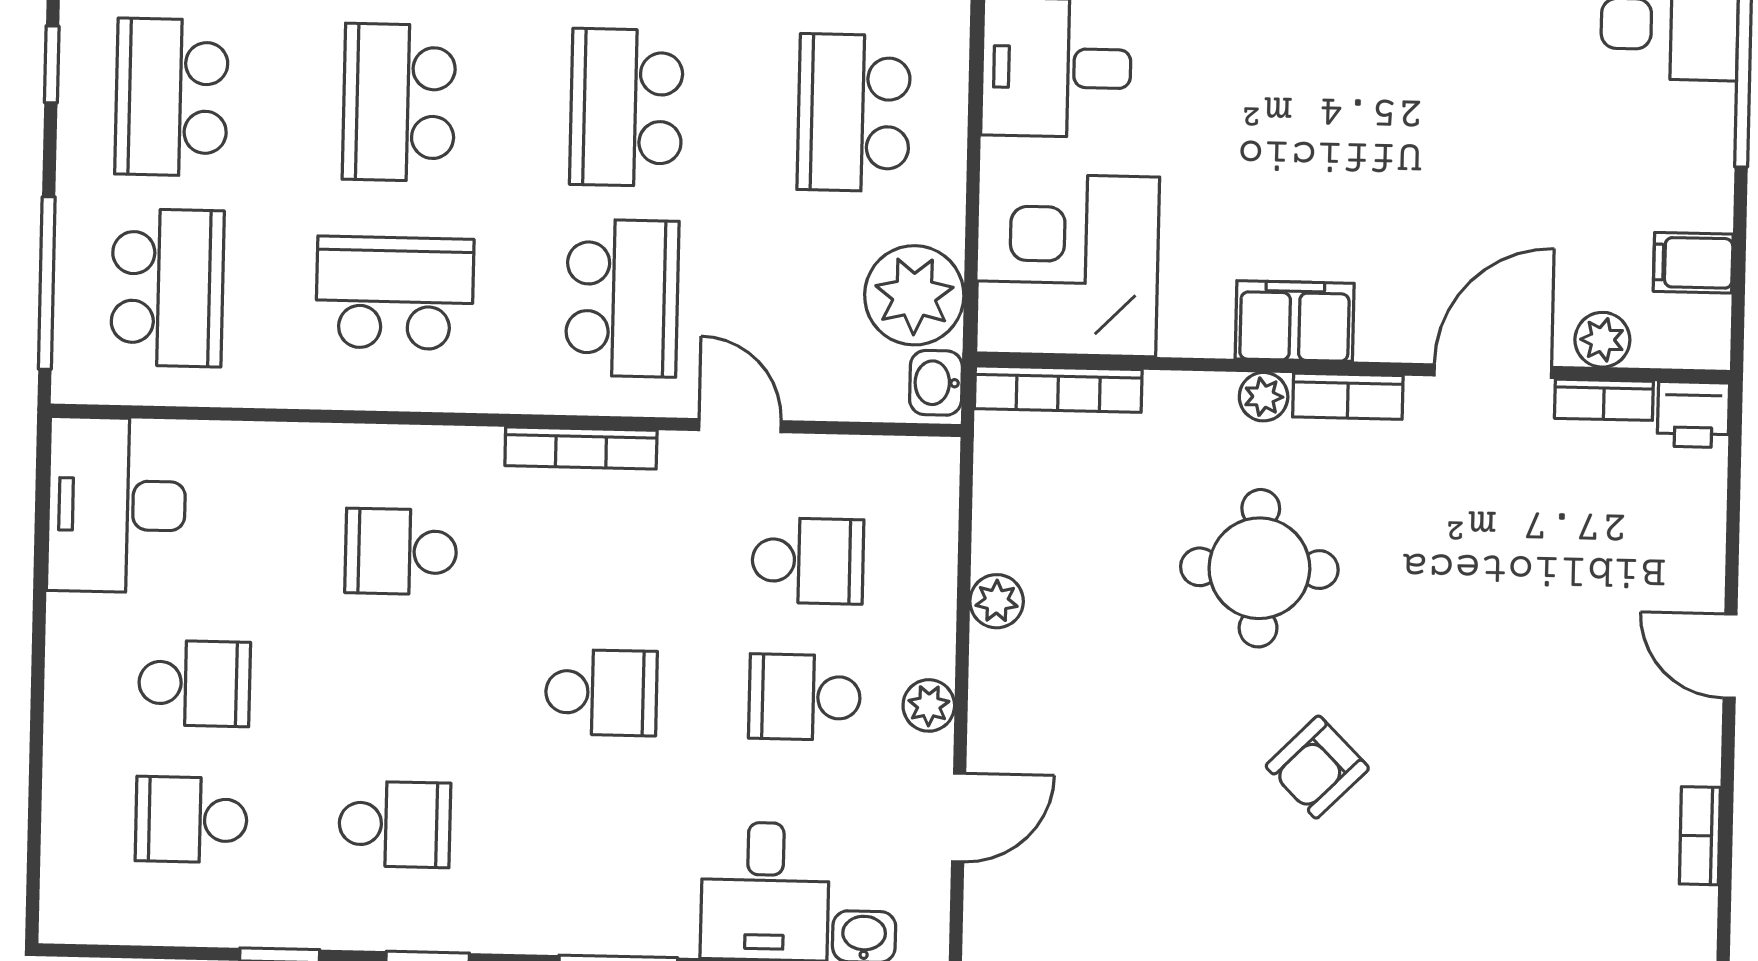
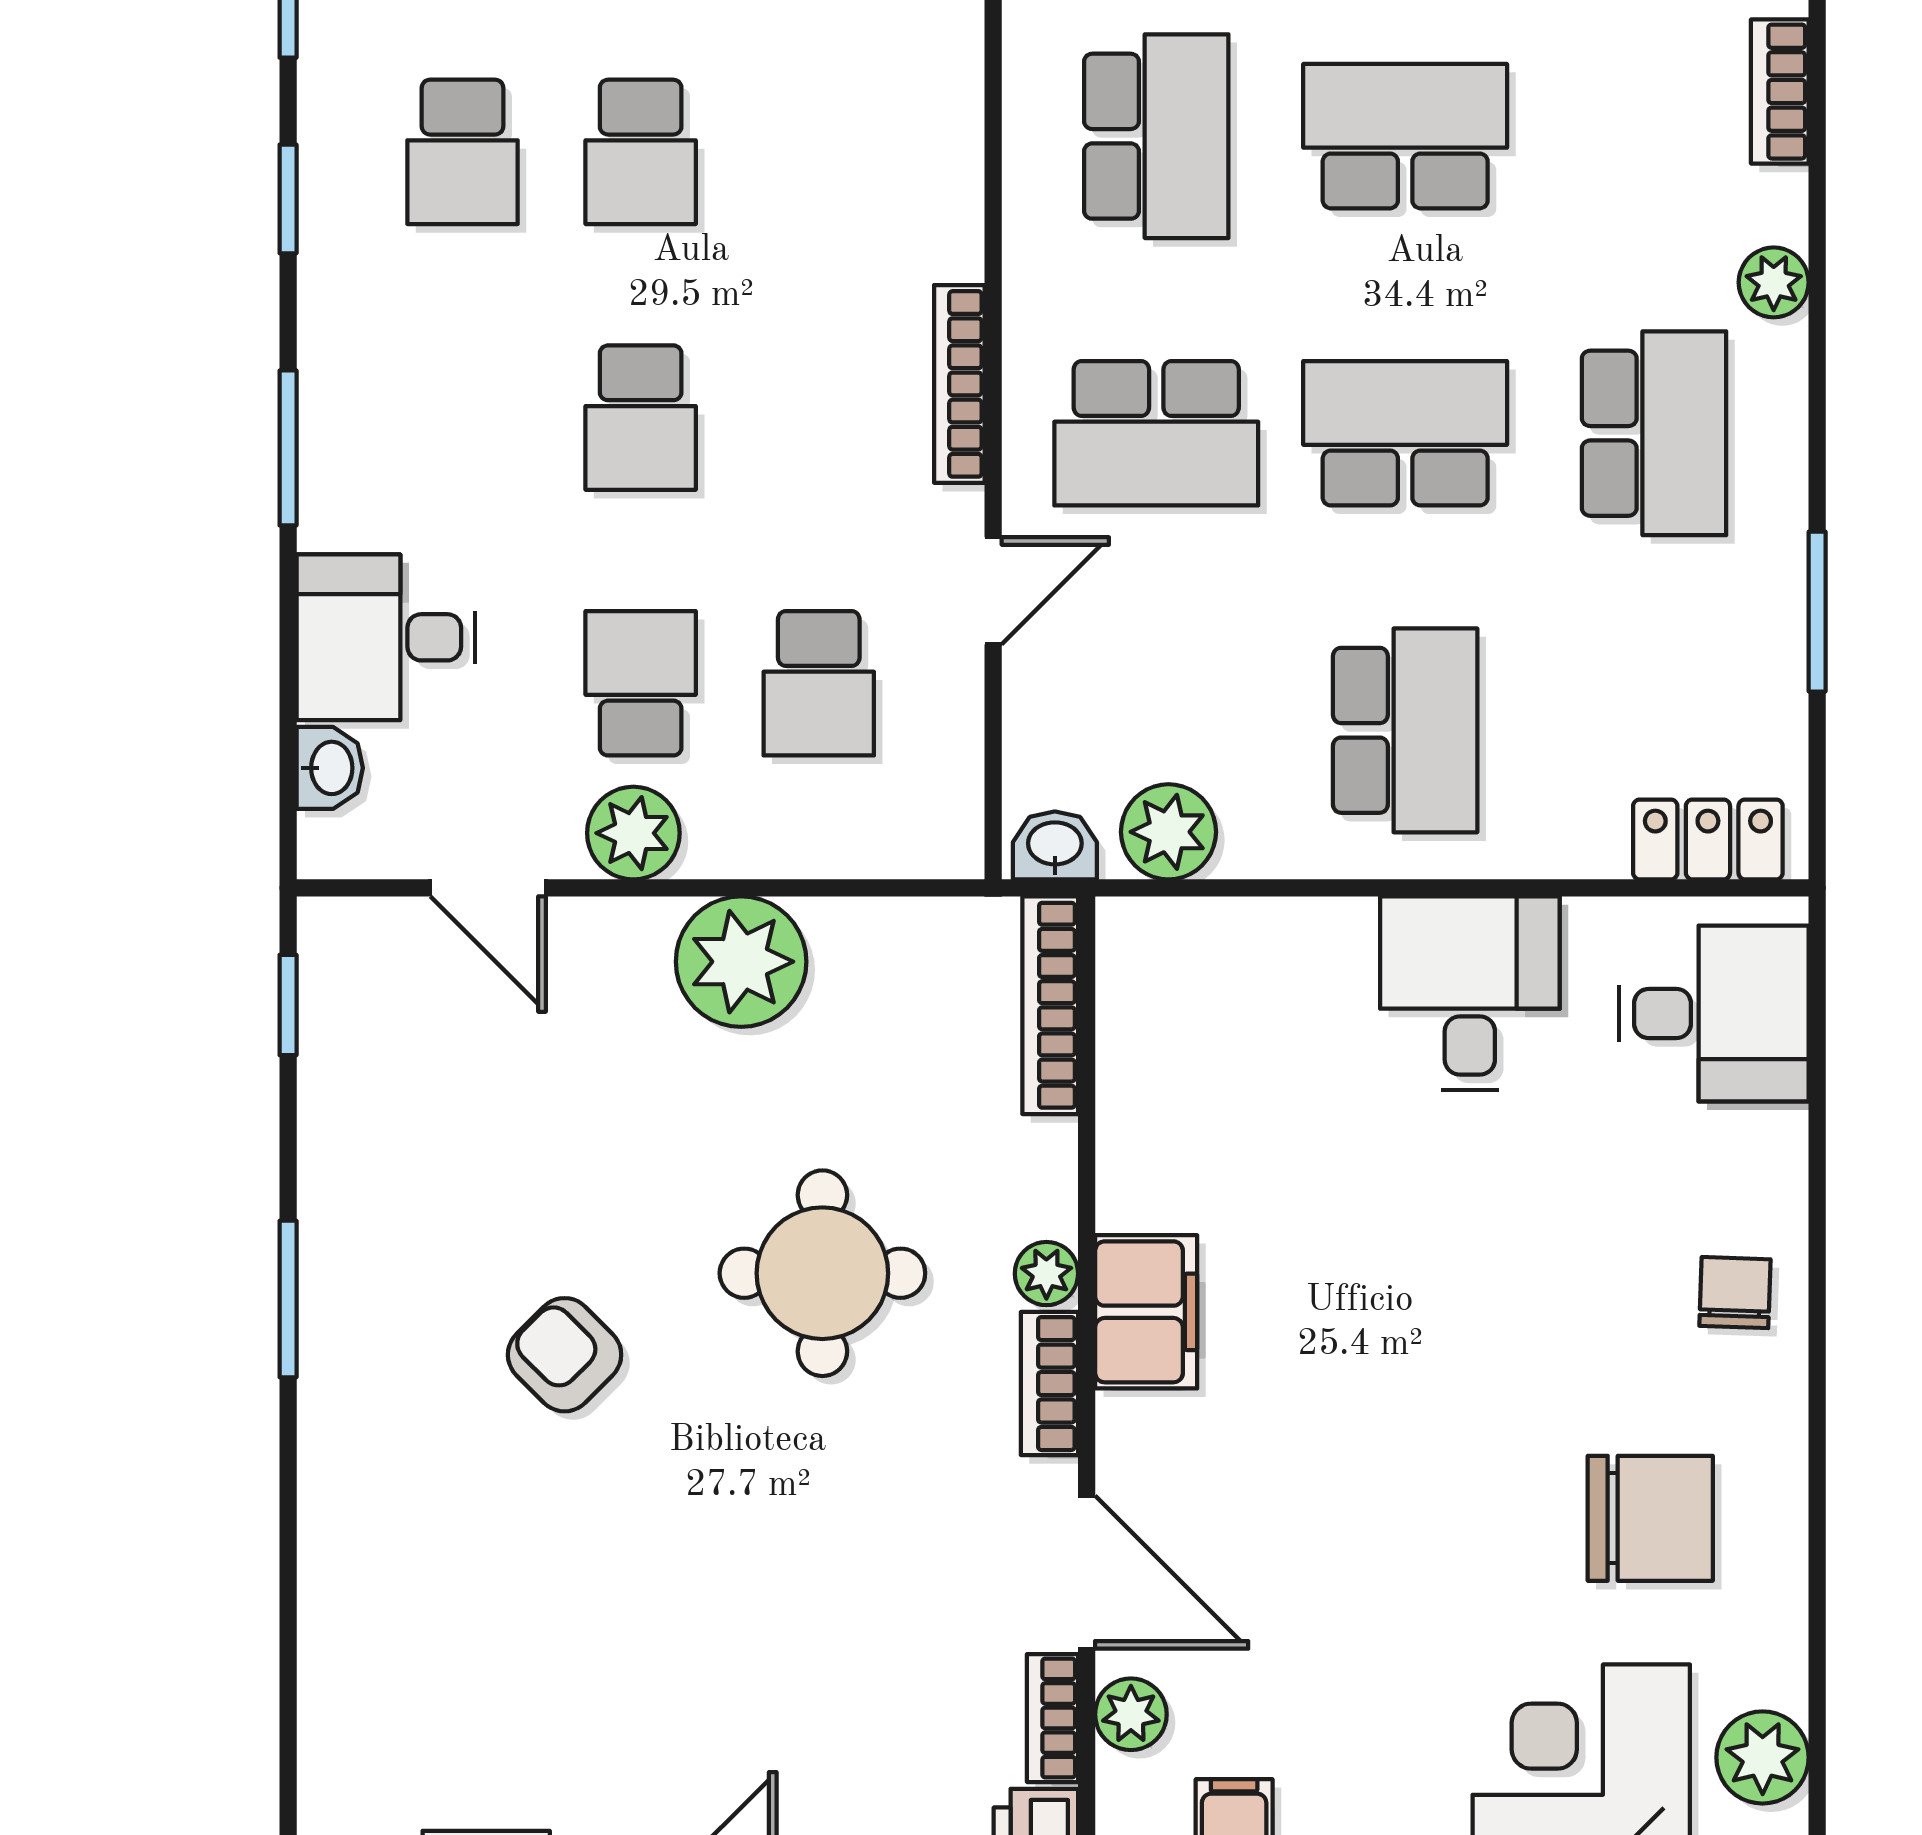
school desk: (854, 113) -> (1405, 730), turned 90
corner desk: (1068, 265) -> (1213, 1014), removed
plant: (914, 295) -> (1168, 832), width x0.73, depth x0.73
school desk: (401, 552) -> (641, 152), moved, turned 180
plant: (997, 601) -> (741, 962), width x1.88, depth x1.88
plant: (929, 705) -> (633, 833), width x1.38, depth x1.38

